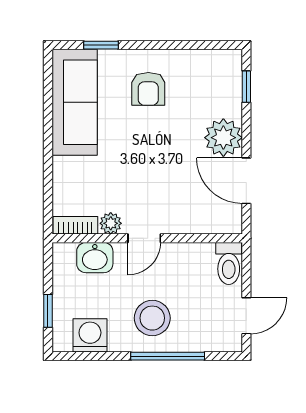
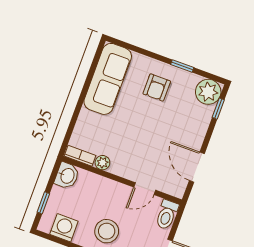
window: (101, 45) -> (182, 66), moved
plant: (223, 138) -> (208, 92), moved
door: (144, 238) -> (145, 189), moved
washbasin: (95, 258) -> (67, 176), moved, turned -90

